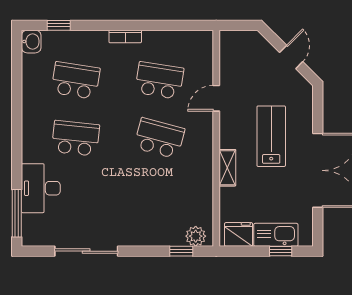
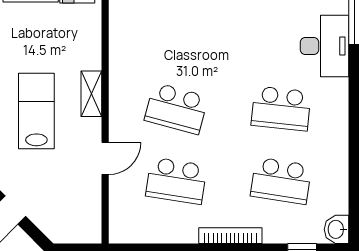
bookcase: (125, 36) -> (230, 236), width x1.56
lab bench: (271, 136) -> (36, 111), turned 180
shelving: (227, 168) -> (91, 94), moved

